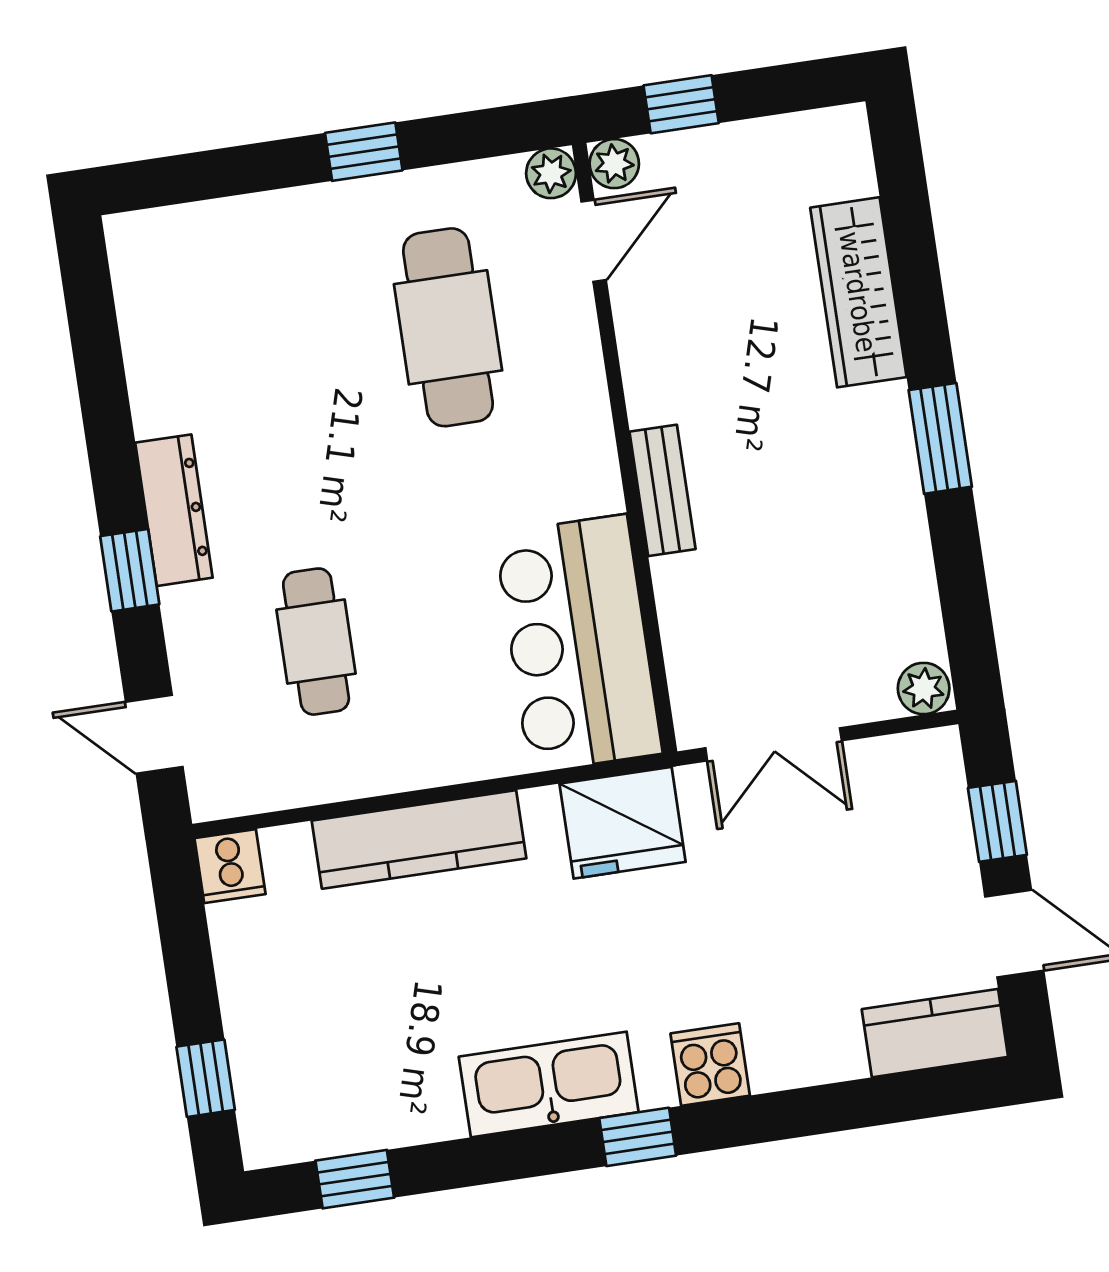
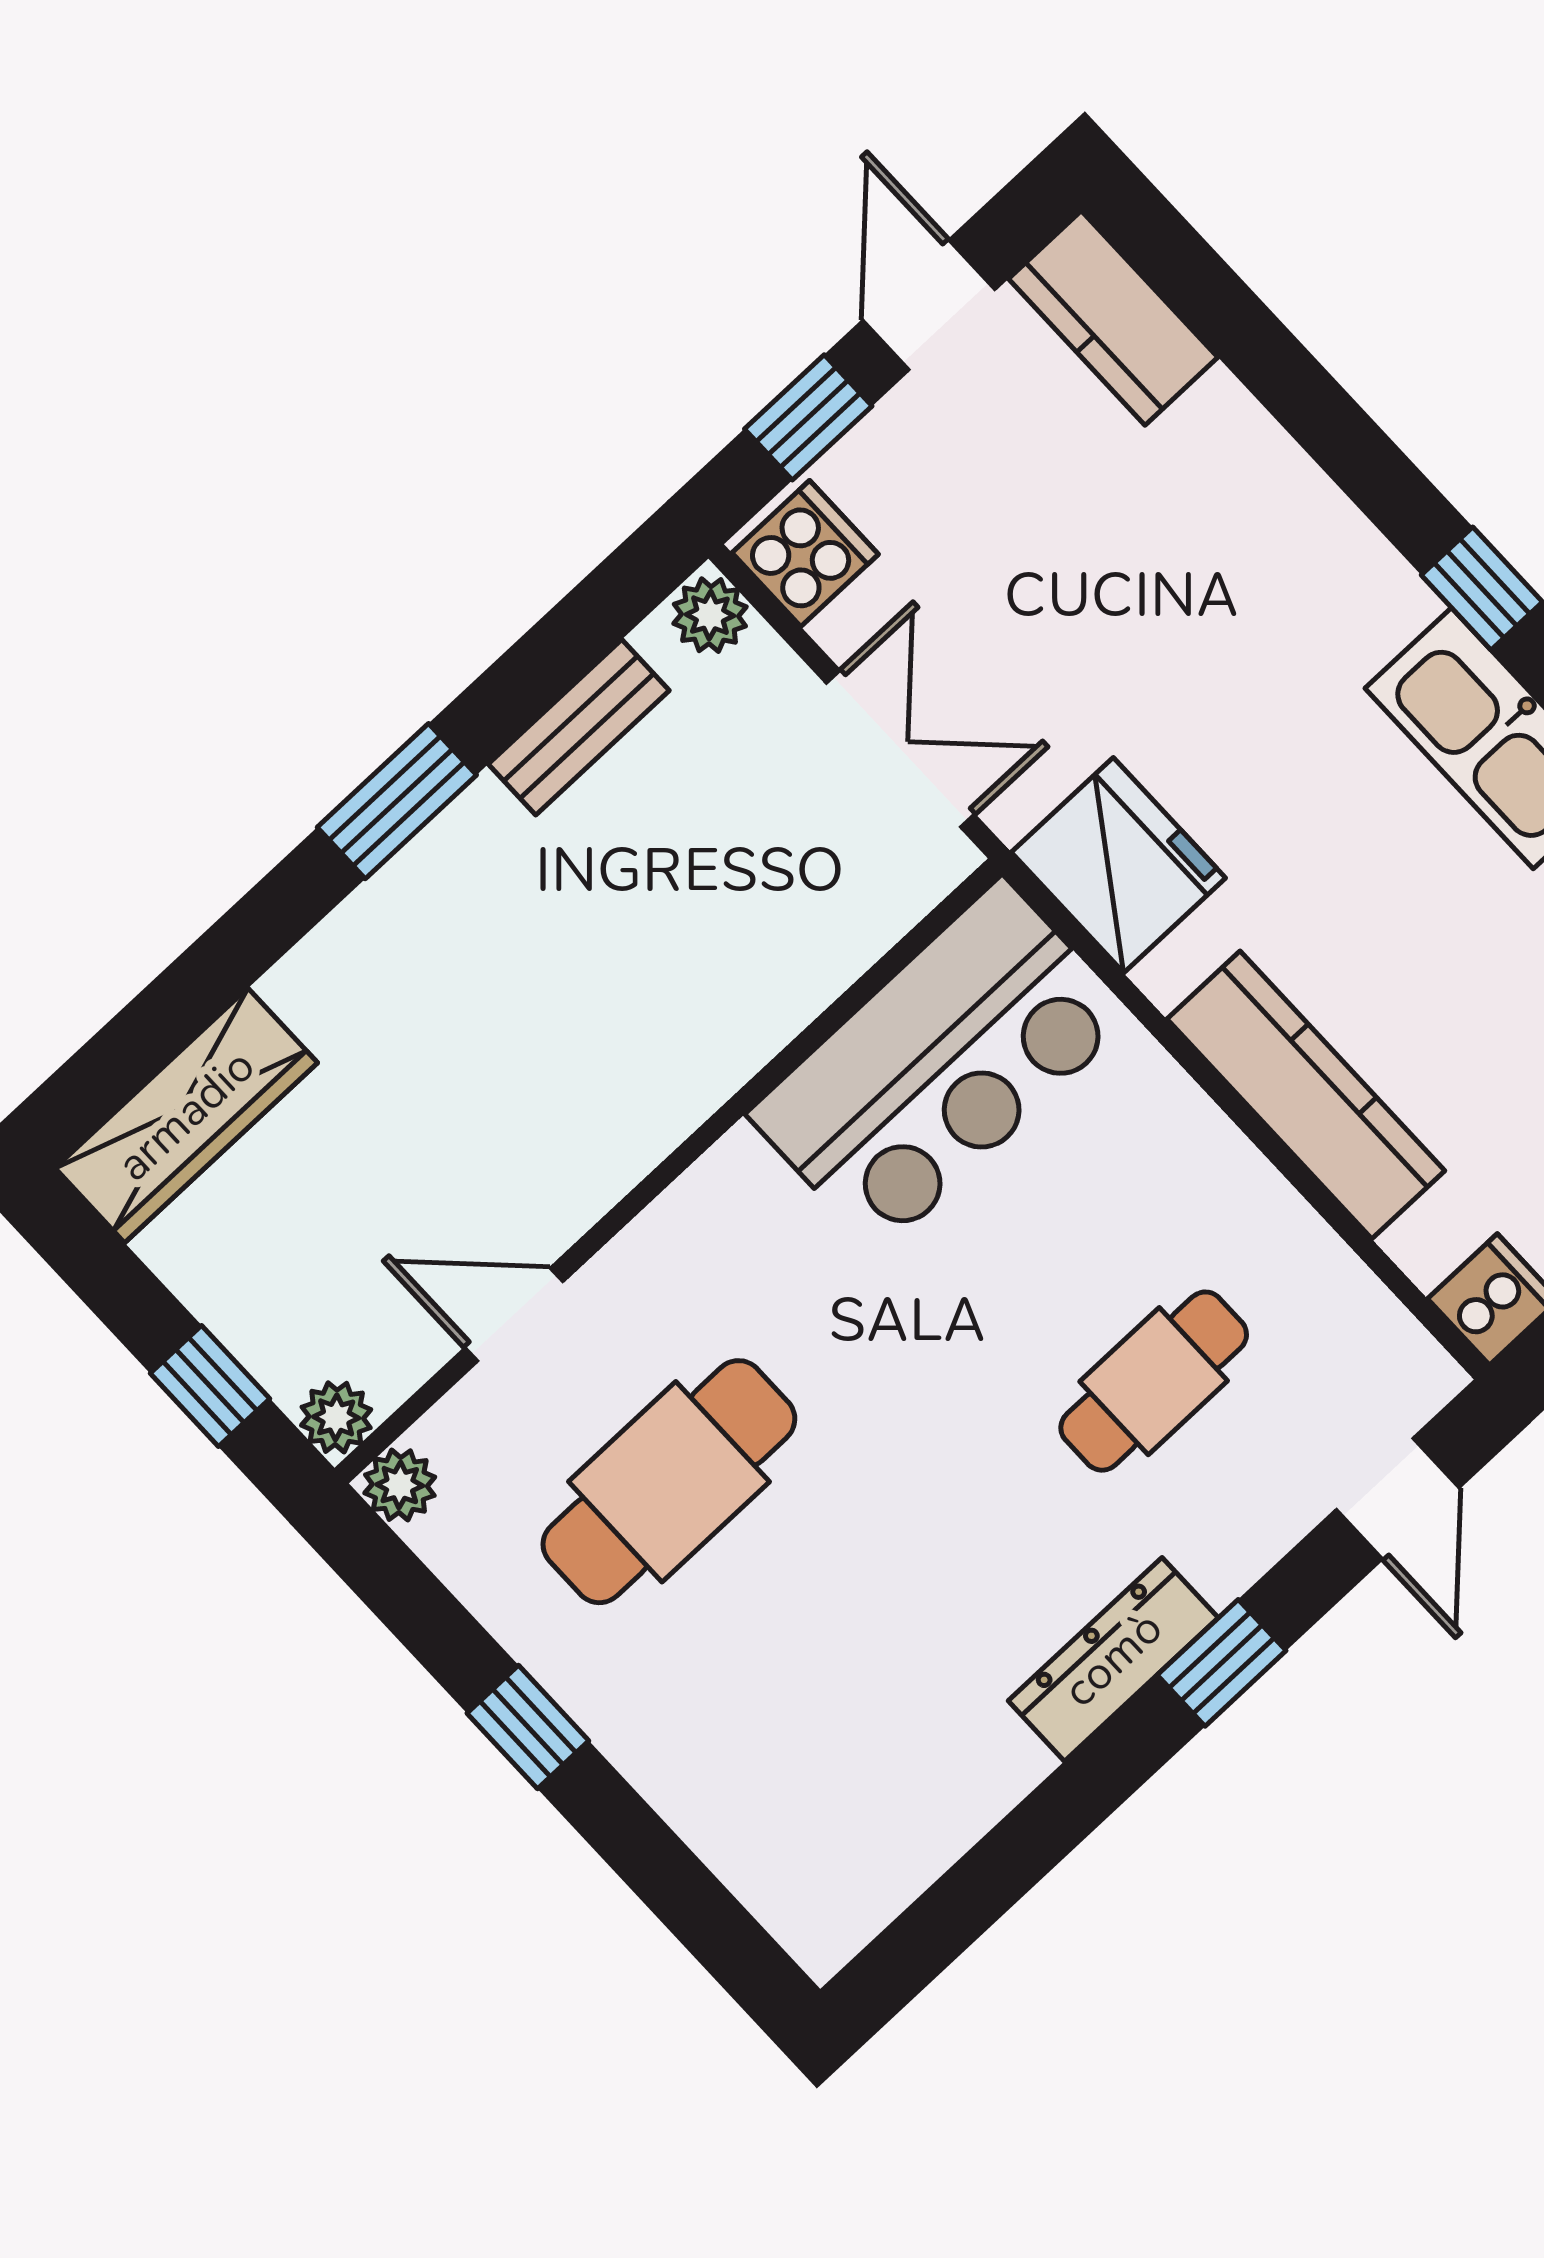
door: (594, 241) -> (514, 1315), moved
wardrobe: (858, 292) -> (186, 1115), moved
bench: (663, 490) -> (579, 727), moved
cooker: (710, 1065) -> (805, 554), moved, turned 180

